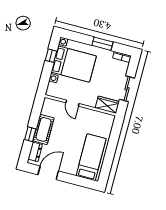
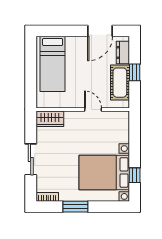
door: (72, 103) -> (93, 109), moved
wall: (80, 105) -> (83, 109), moved
wardrobe: (107, 105) -> (50, 119), moved

